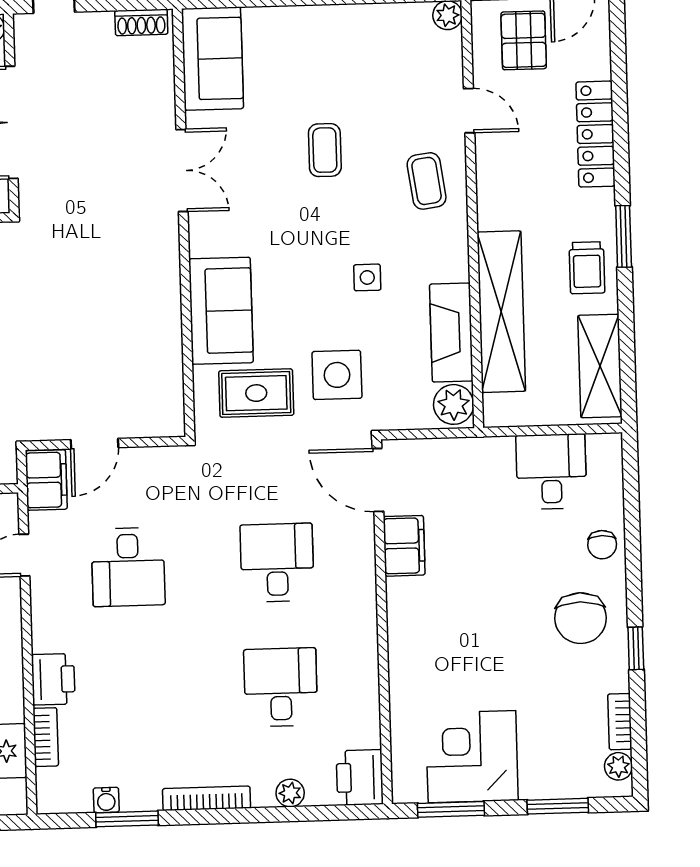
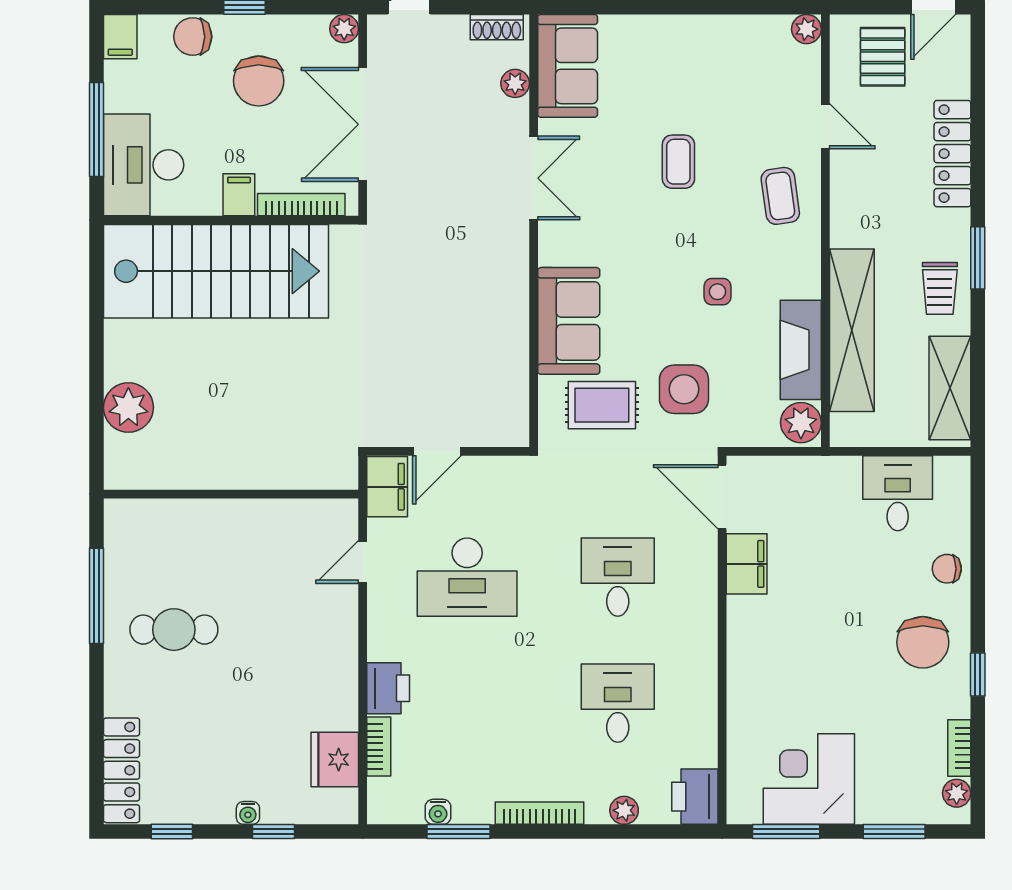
plant: (161, 77) -> (515, 83), added
chair: (602, 545) -> (947, 569), turned 90
desk: (128, 567) -> (467, 577), width x1.37

